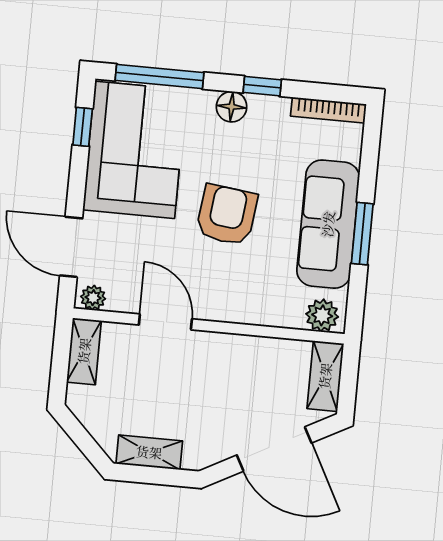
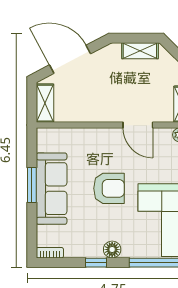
bookcase: (329, 110) -> (50, 253), width x0.64
armchair: (227, 215) -> (109, 188), turned -97
plant: (322, 315) -> (50, 137), removed

